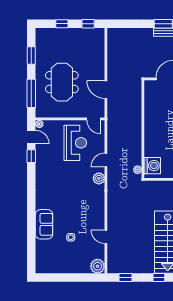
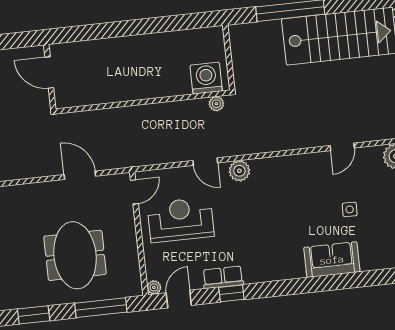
meeting table: (62, 82) -> (75, 255), turned 90
door: (106, 90) -> (80, 175), swing flipped
window: (31, 156) -> (231, 293), moved
row of seats: (41, 163) -> (223, 277), added

